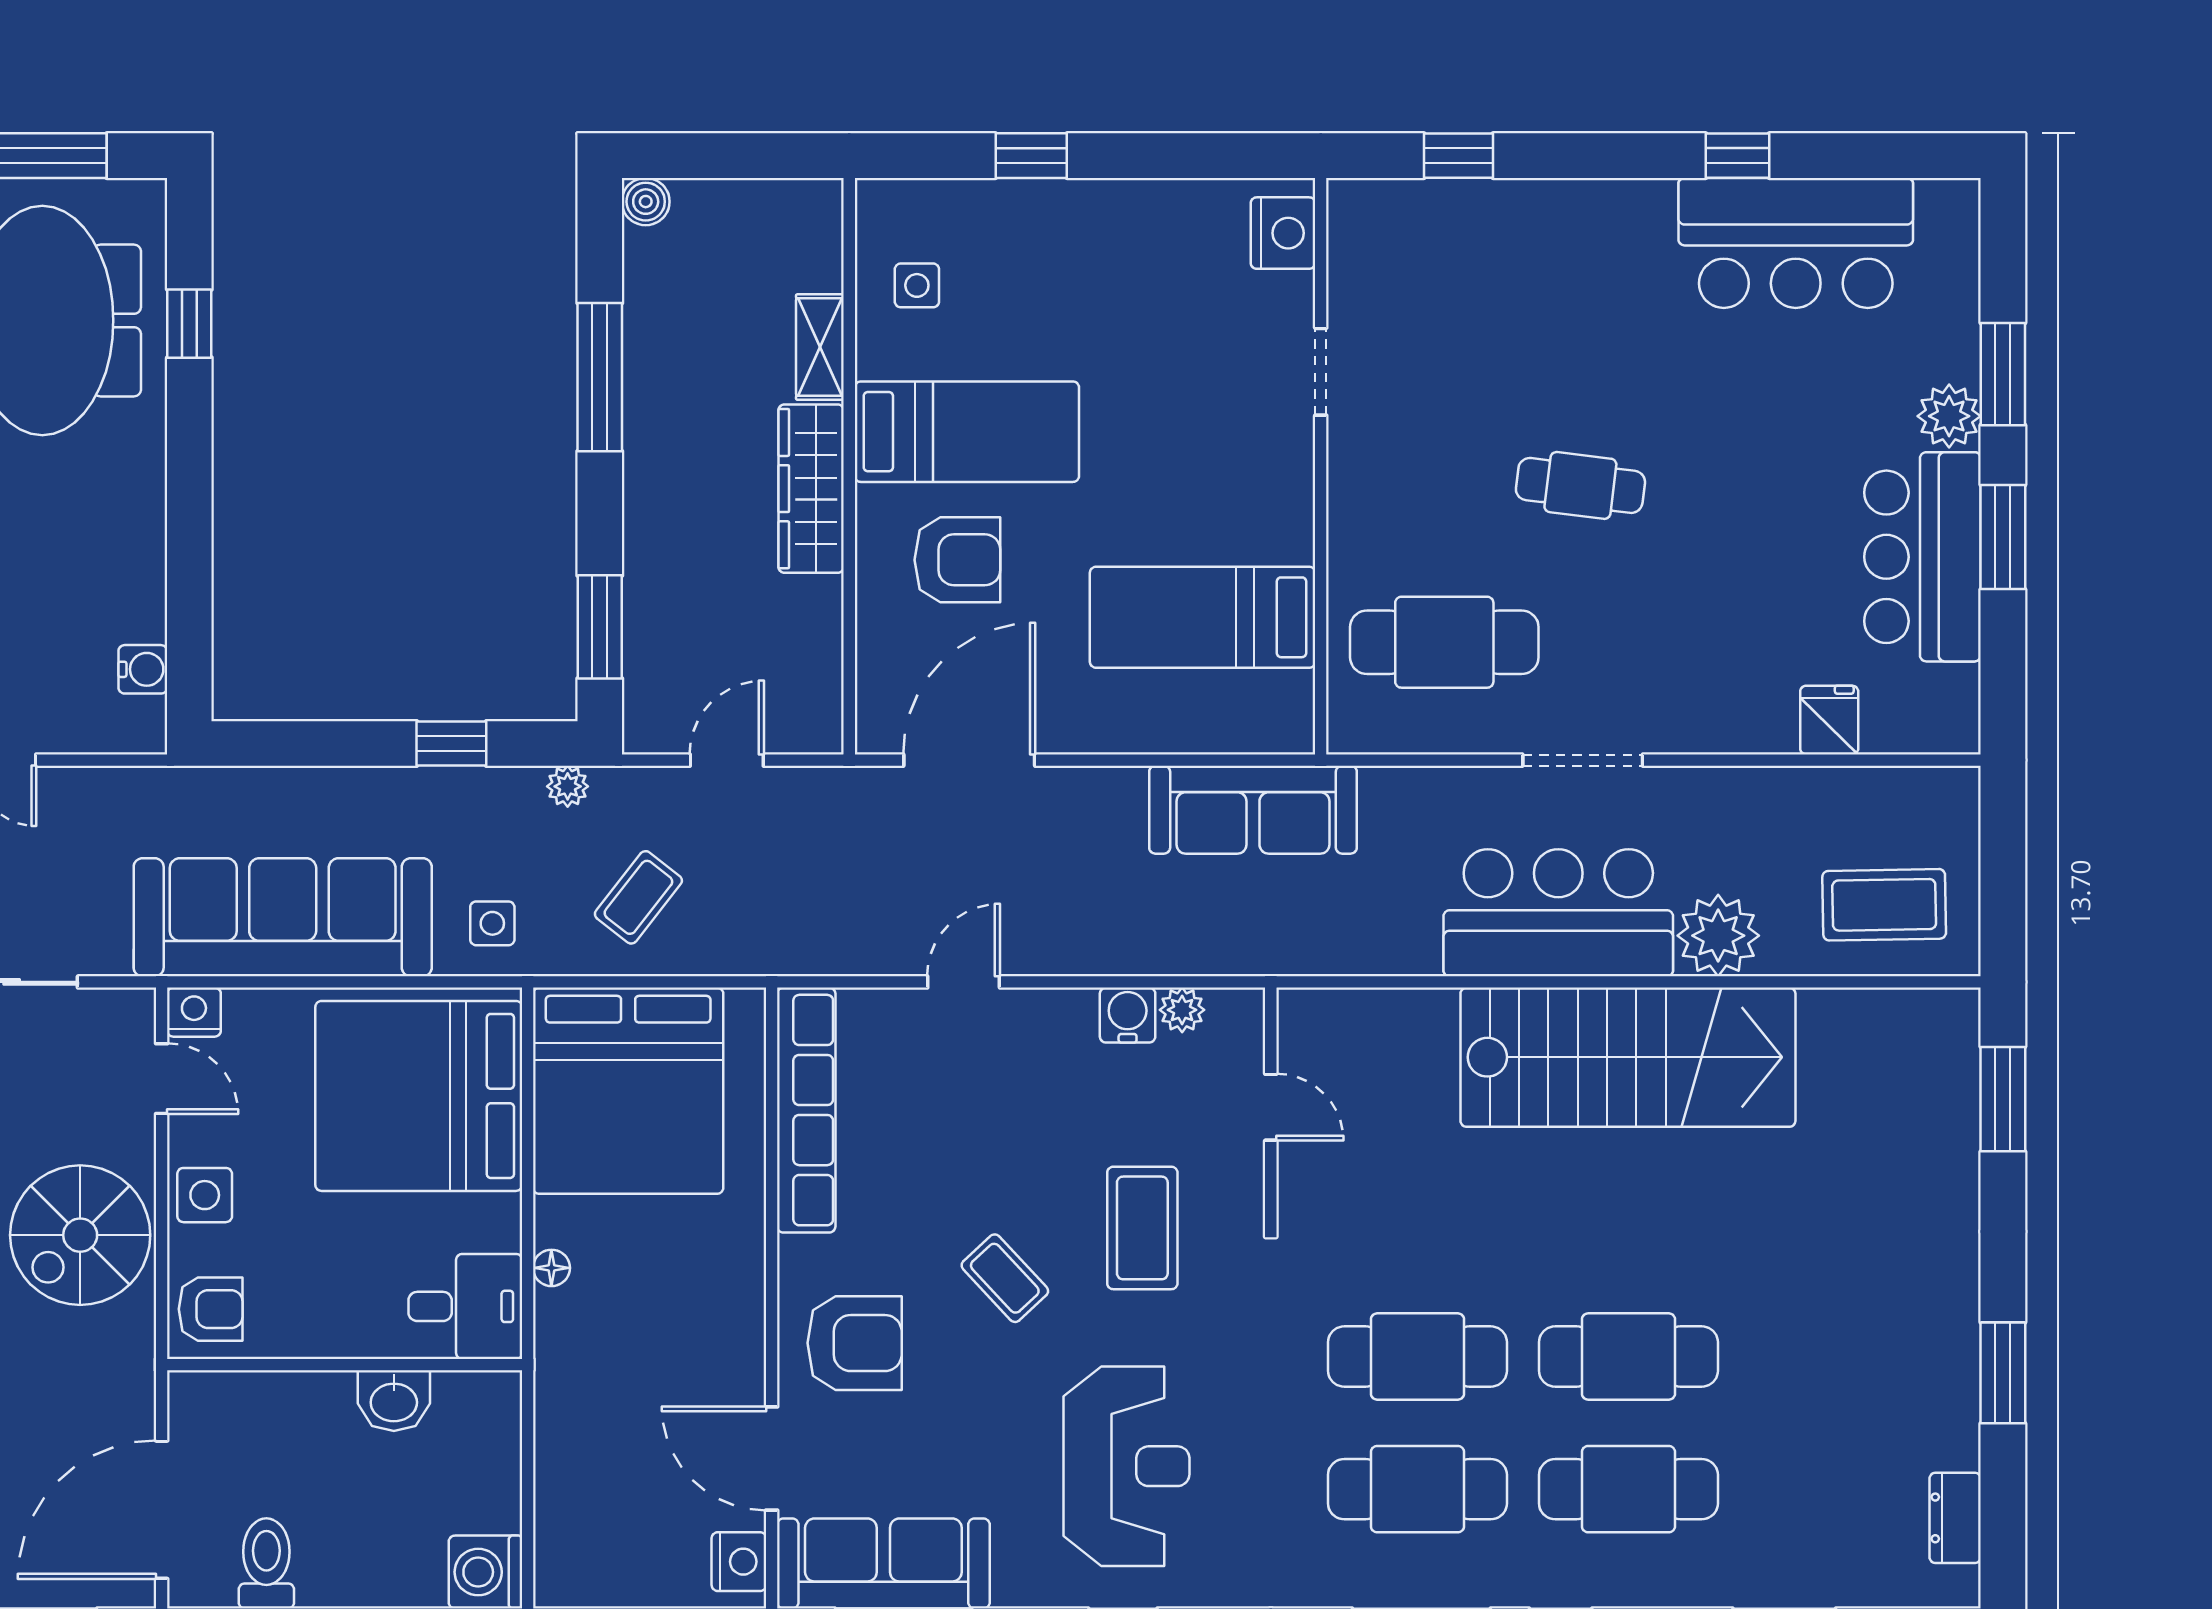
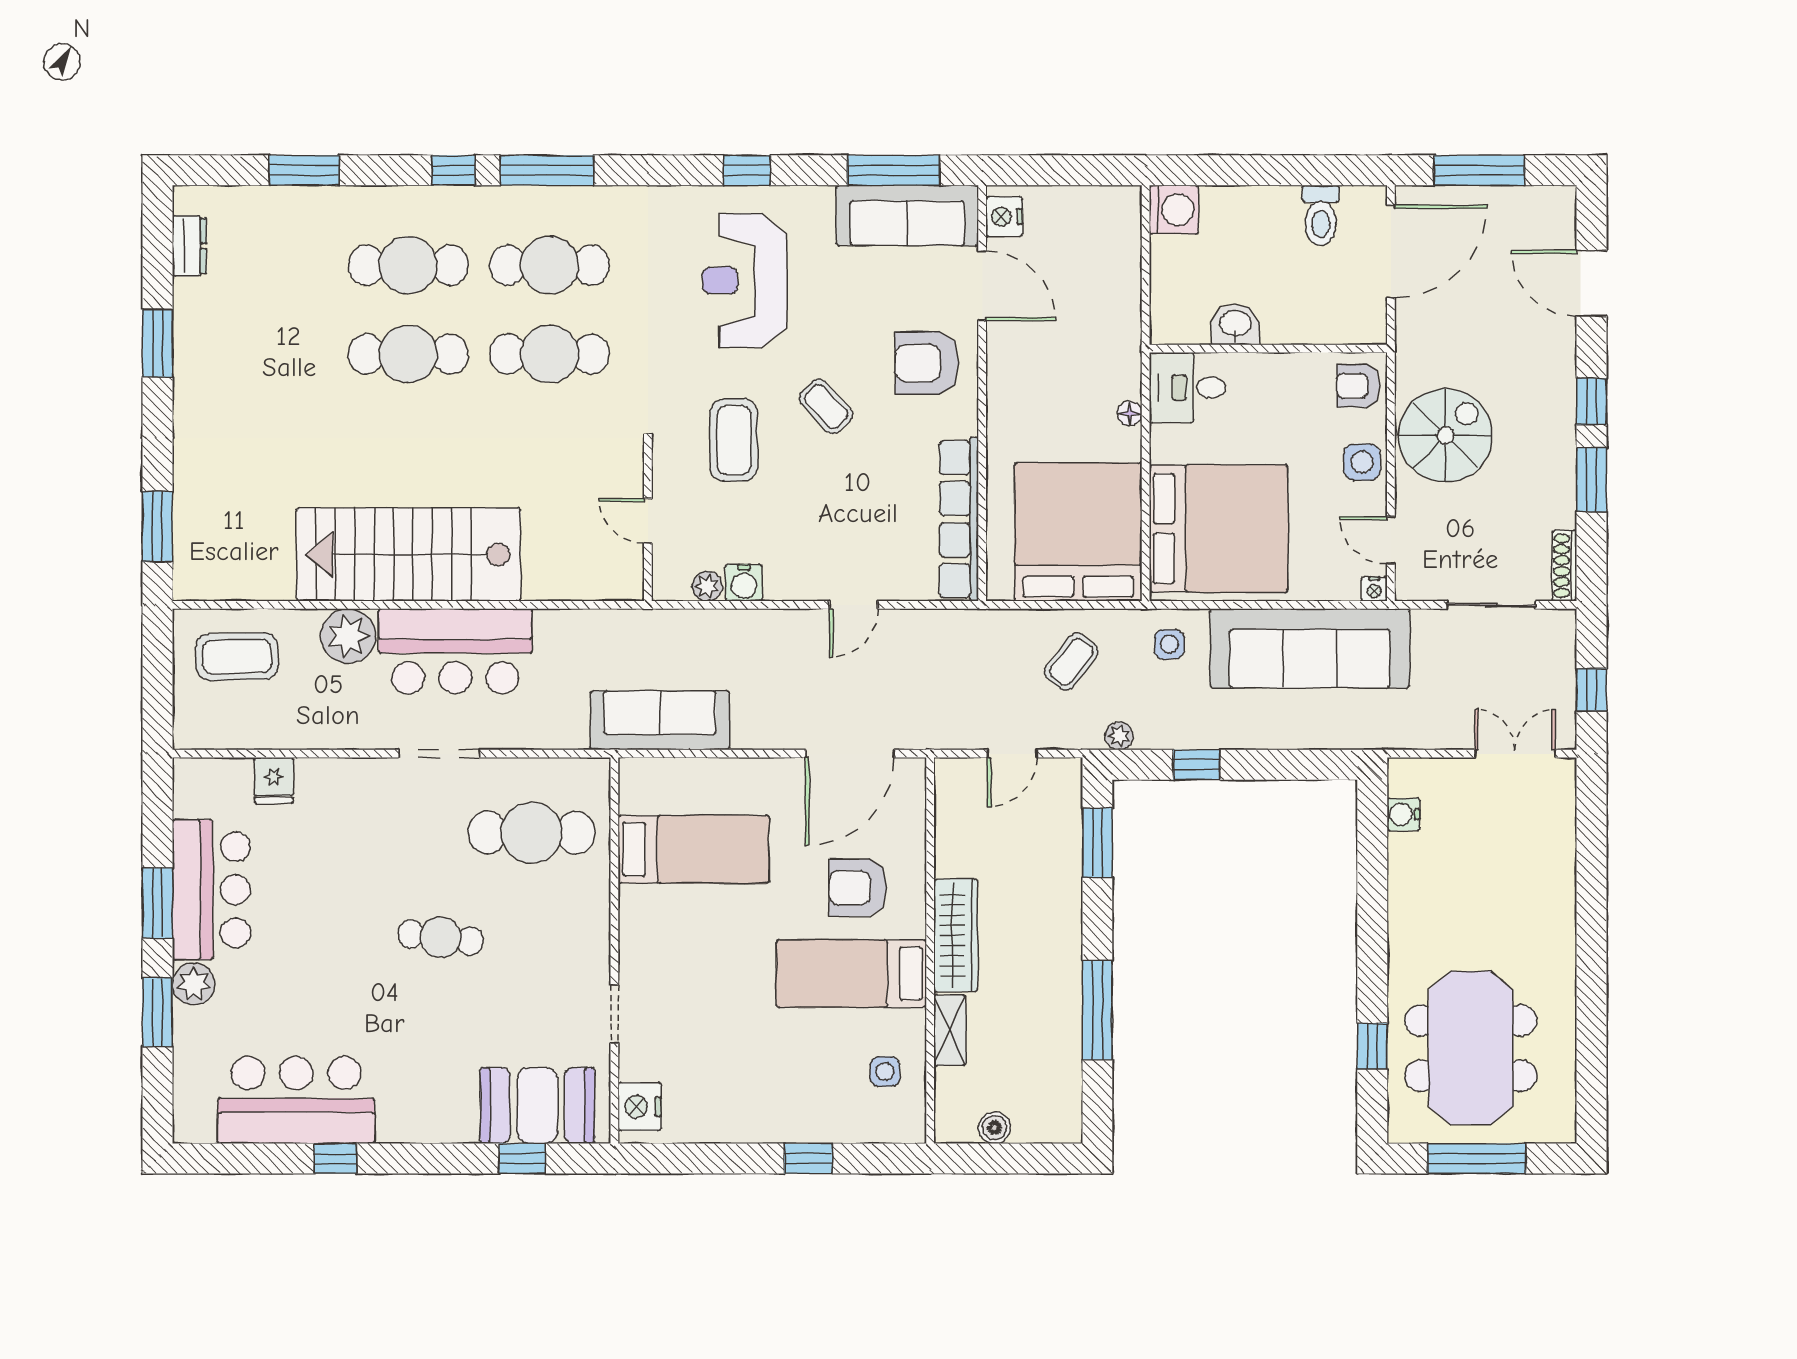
boiler: (646, 202) -> (995, 1128), moved
booth: (1436, 235) -> (537, 1105), added
nightstand: (194, 1012) -> (1374, 589), width x0.72, depth x0.74

